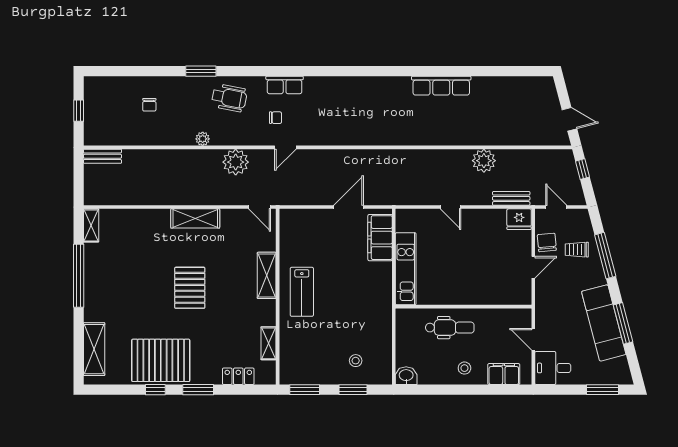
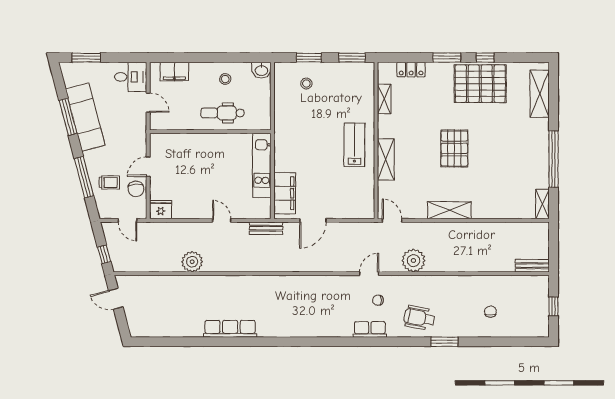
plant: (203, 139) -> (443, 281), removed
bench: (511, 198) -> (266, 228), moved
stool: (464, 368) -> (225, 79), moved

